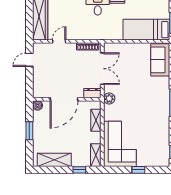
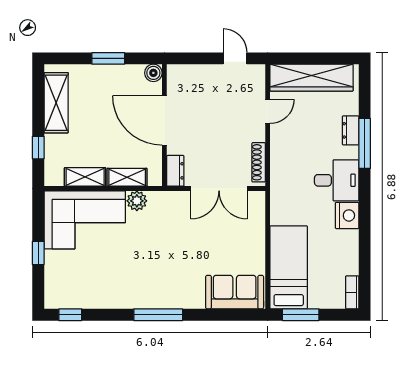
door: (59, 41) -> (268, 111), hinge flipped
plant: (109, 98) -> (137, 201), moved
shelving: (96, 155) -> (85, 177), moved

